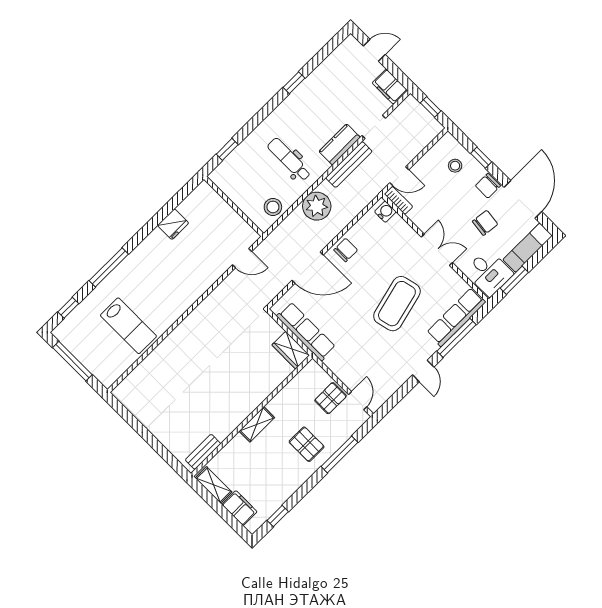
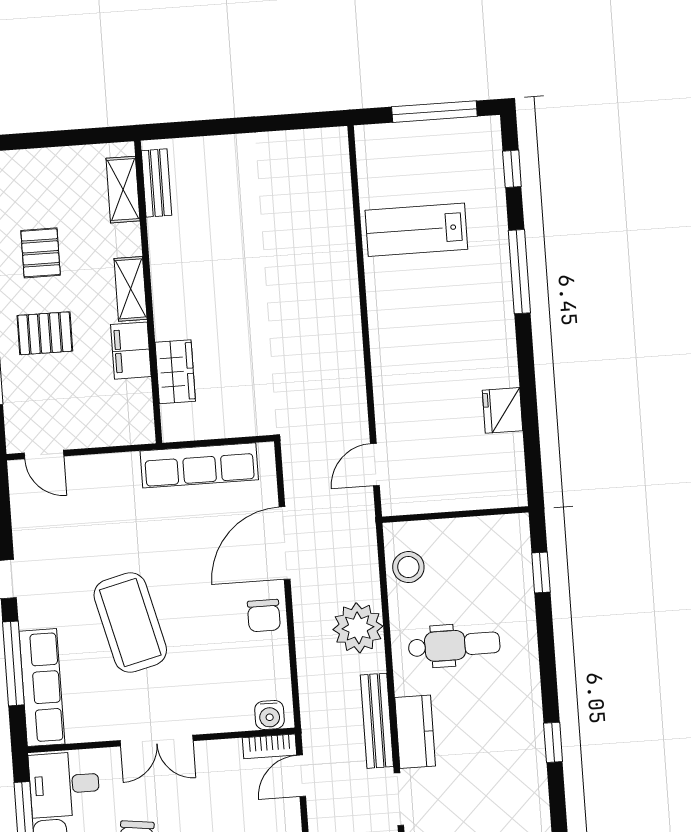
wardrobe: (291, 350) -> (175, 372), moved, turned 90
pallet: (331, 398) -> (41, 253), moved
shelving: (214, 485) -> (123, 190), moved, turned 90
filing cabinet: (239, 508) -> (131, 351), moved, turned 90

